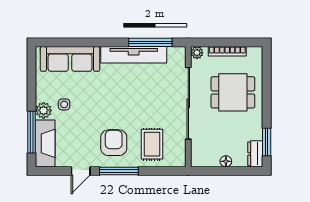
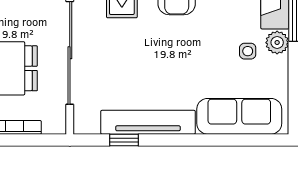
window: (150, 42) -> (124, 140), width x0.46
plant: (197, 53) -> (58, 125), removed

